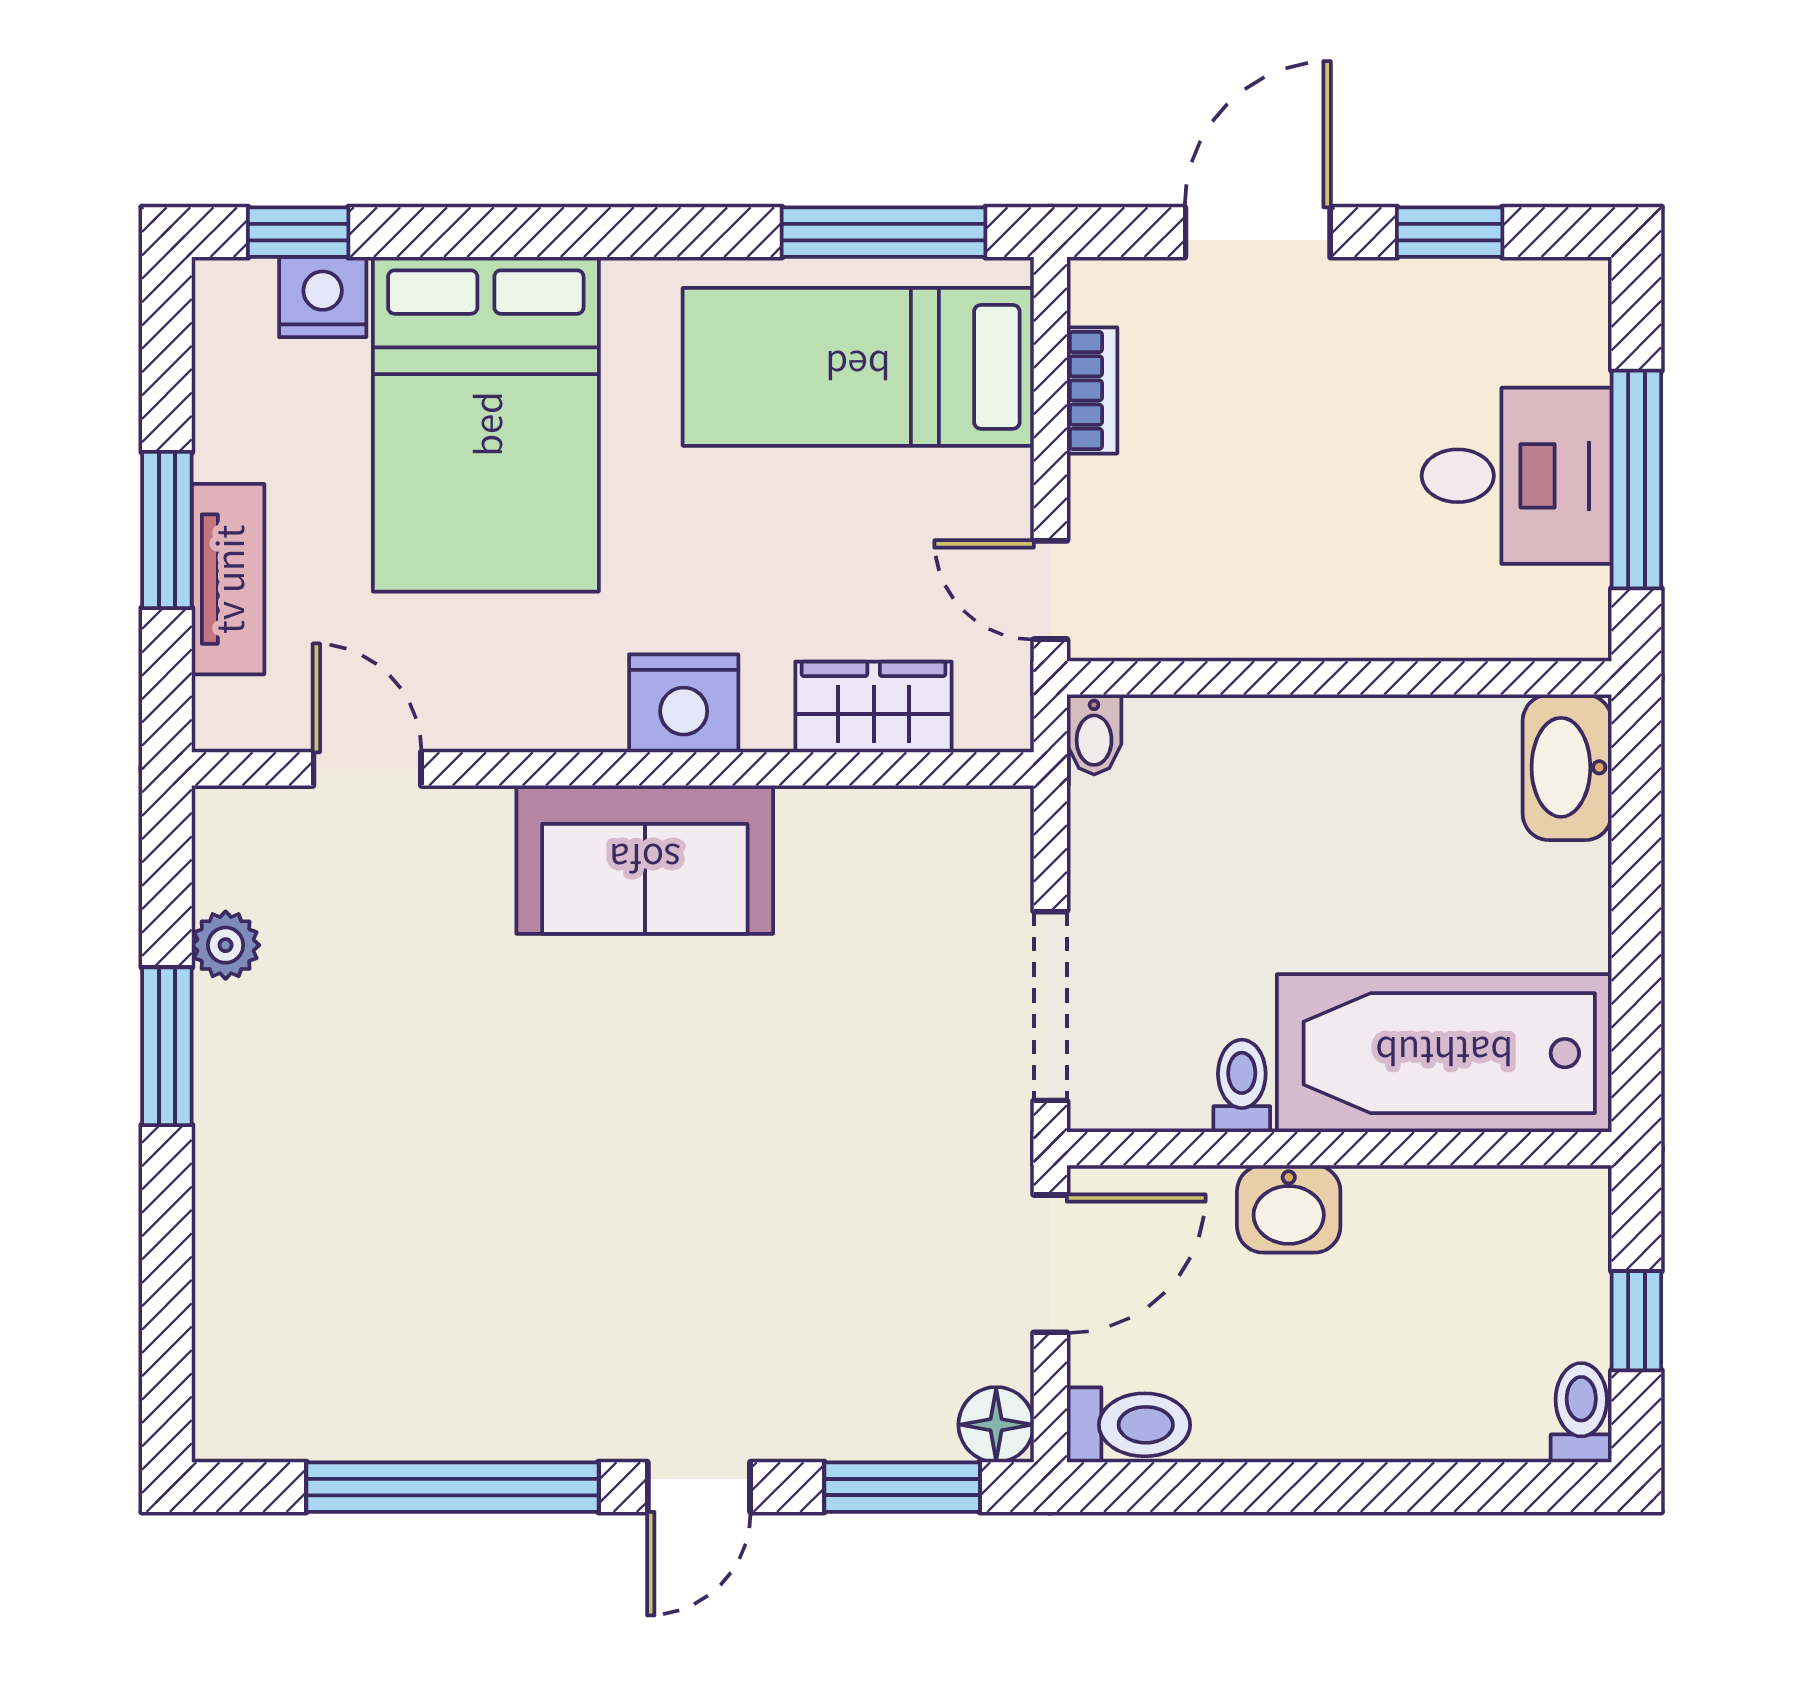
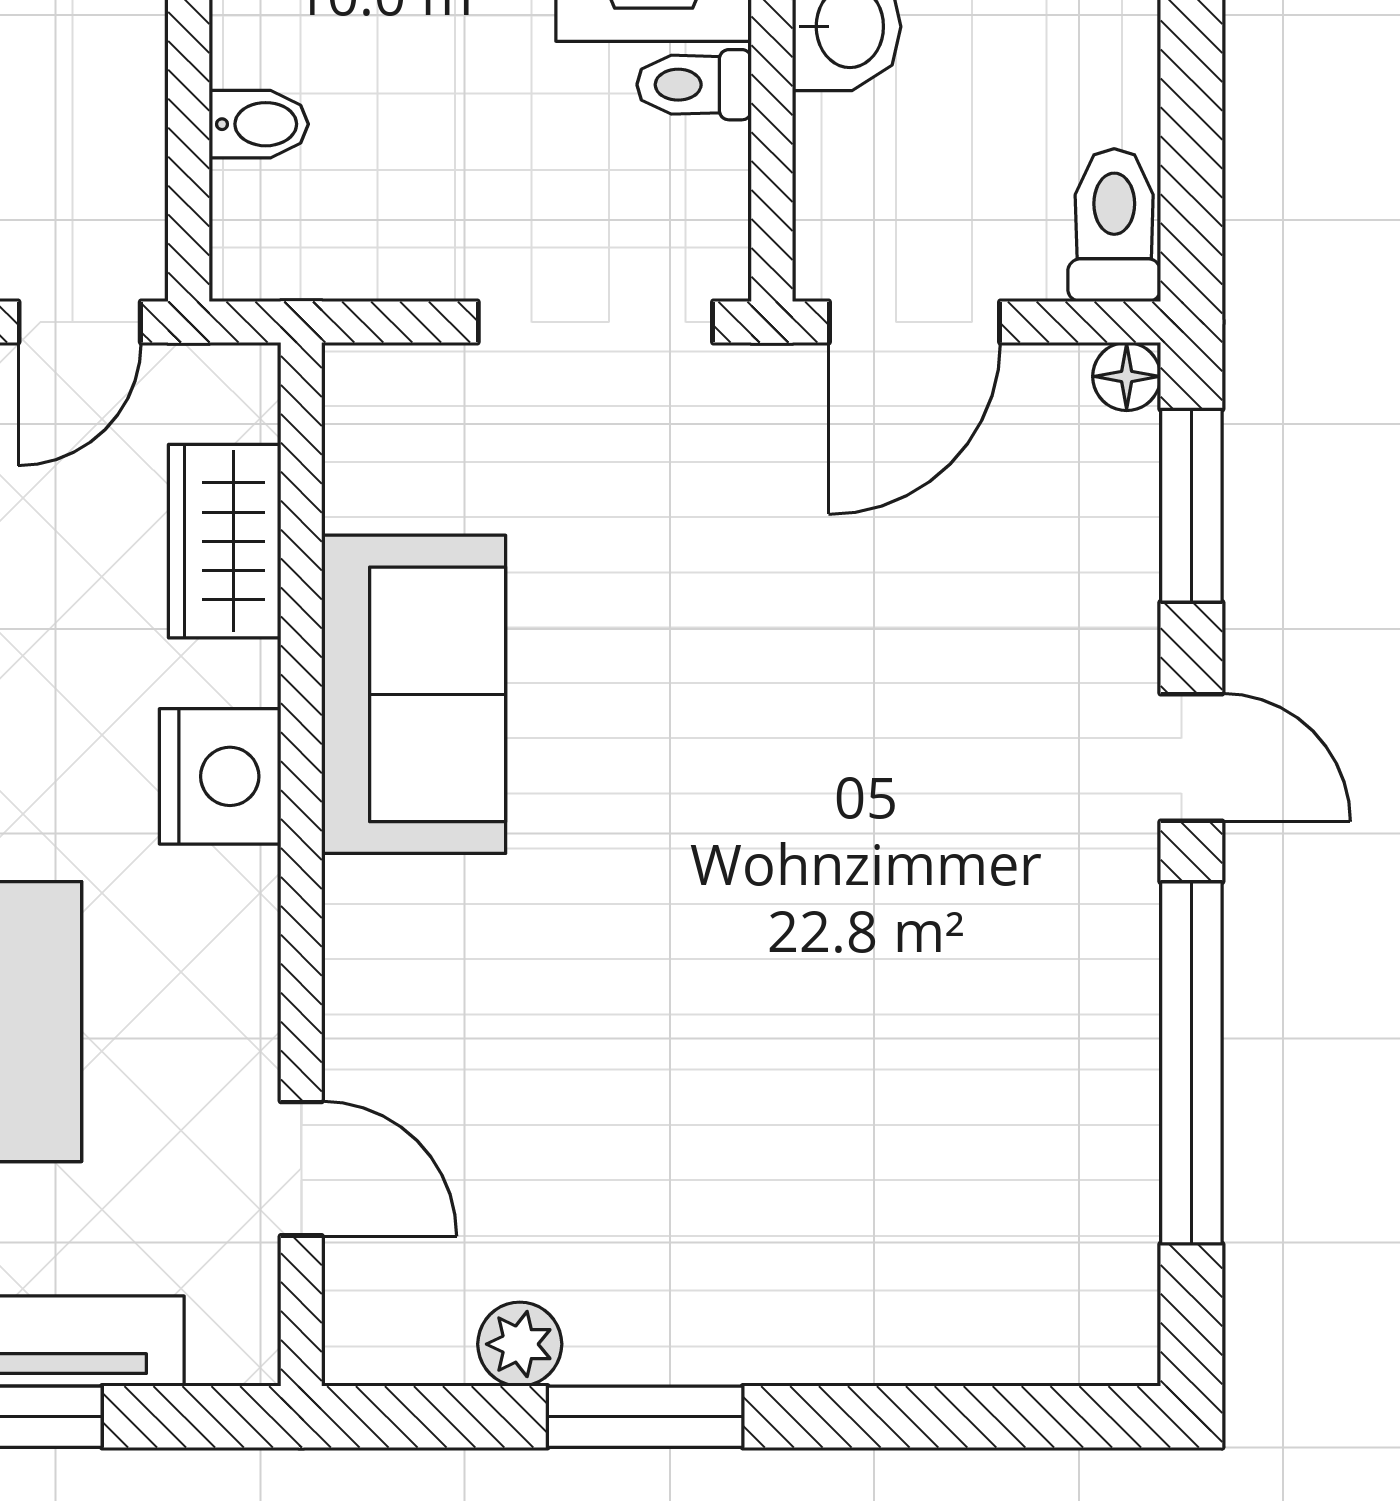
bidet: (1094, 735) -> (259, 124), moved
door: (367, 769) -> (301, 1169), swing flipped
sofa: (645, 860) -> (414, 694), moved
door: (1050, 1264) -> (915, 322), swing flipped
floor lamp: (996, 1425) -> (1127, 376), width x0.73, depth x0.73

